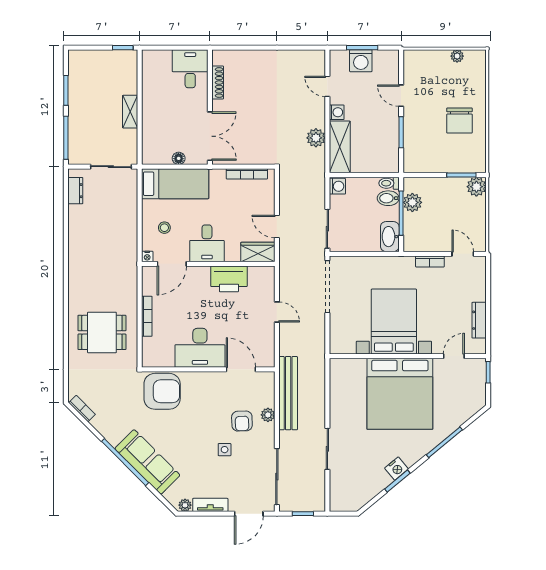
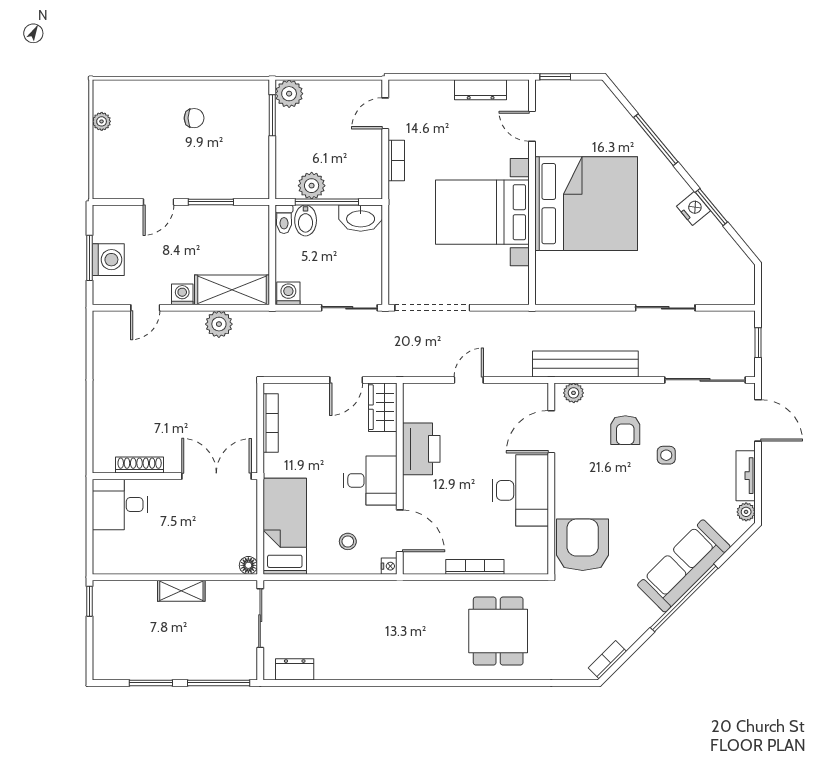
chair: (459, 121) -> (194, 118), width x0.54, depth x0.54
floor lamp: (179, 158) -> (248, 565), moved
plant: (268, 415) -> (574, 393), moved
armchair: (242, 421) -> (625, 430), turned 92

